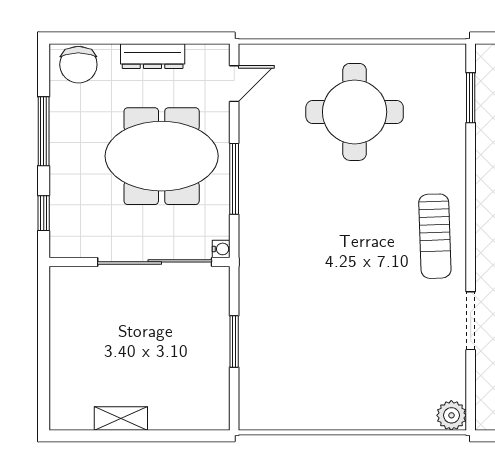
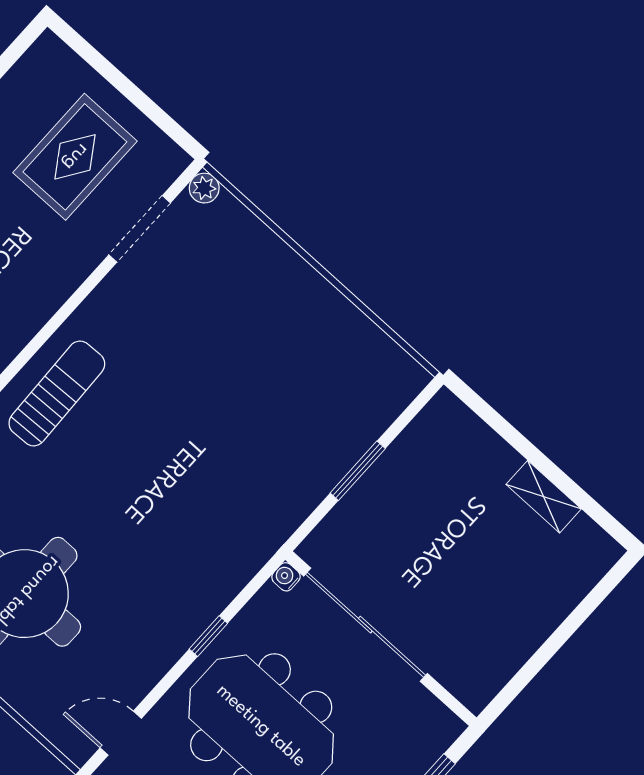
window: (234, 179) -> (208, 636), width x0.46
doorway: (471, 321) -> (140, 229), moved
plant: (451, 415) -> (204, 188), width x0.73, depth x0.73

